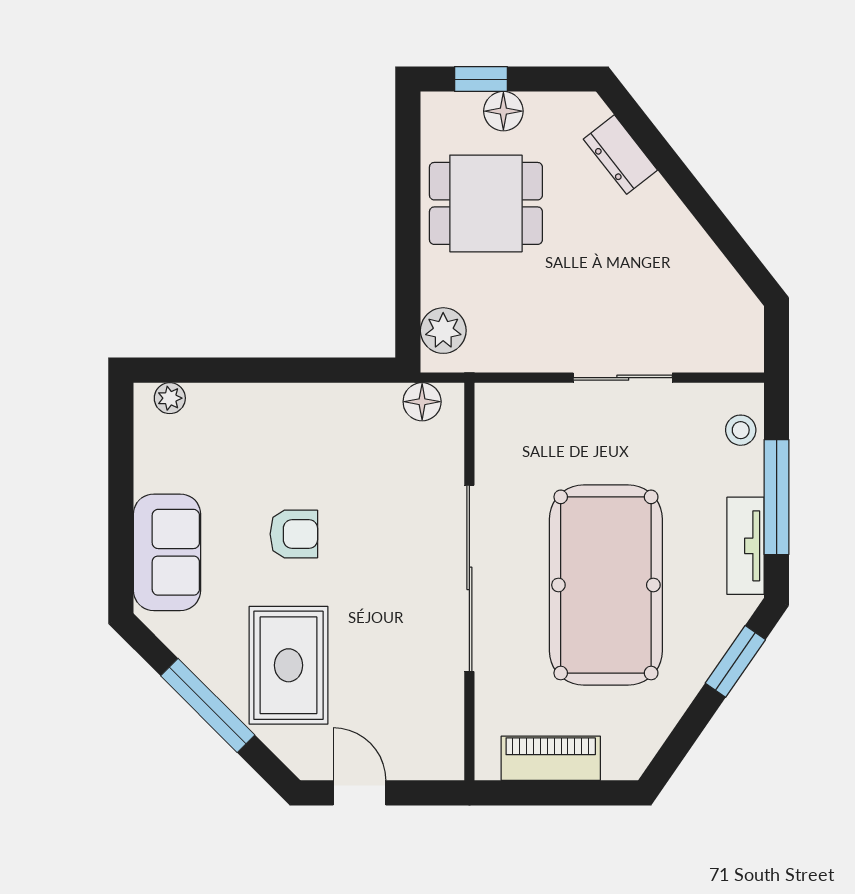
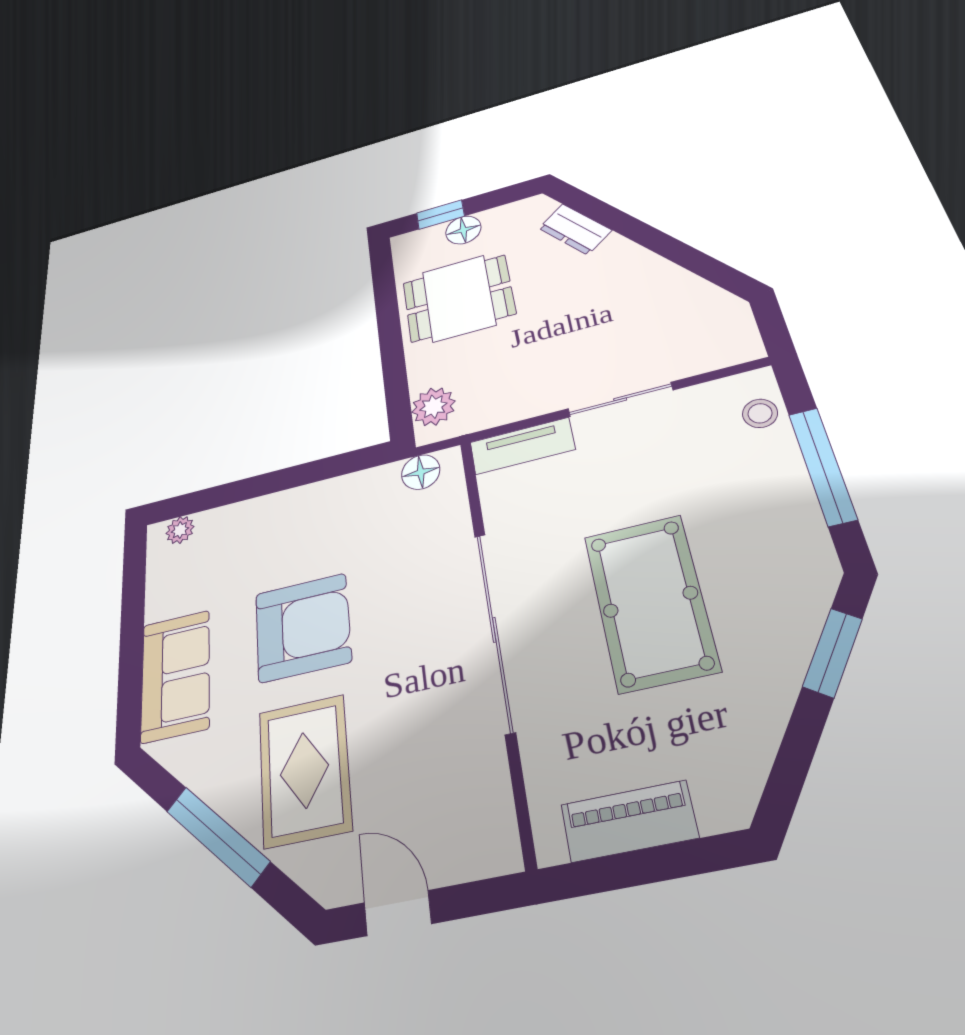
armchair: (294, 534) -> (303, 627), width x1.88, depth x1.88
tv unit: (745, 546) -> (522, 446), moved, turned -90
pool table: (606, 585) -> (650, 602), width x0.73, depth x0.76

